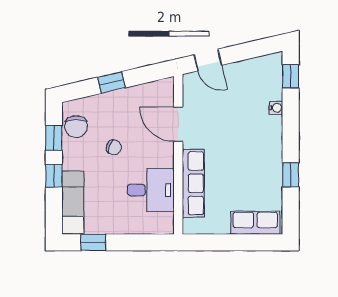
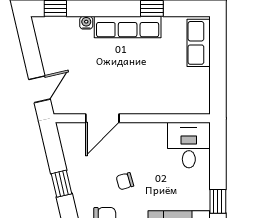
chair: (114, 147) -> (125, 181), turned -124
row of seats: (193, 183) -> (128, 27), moved, turned 180
desk: (151, 190) -> (189, 145), moved

